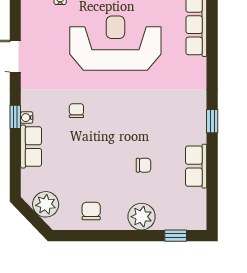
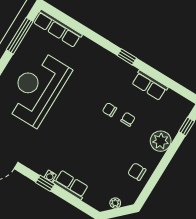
chair: (76, 111) -> (110, 110), moved
plant: (46, 204) -> (115, 203), width x0.53, depth x0.53

